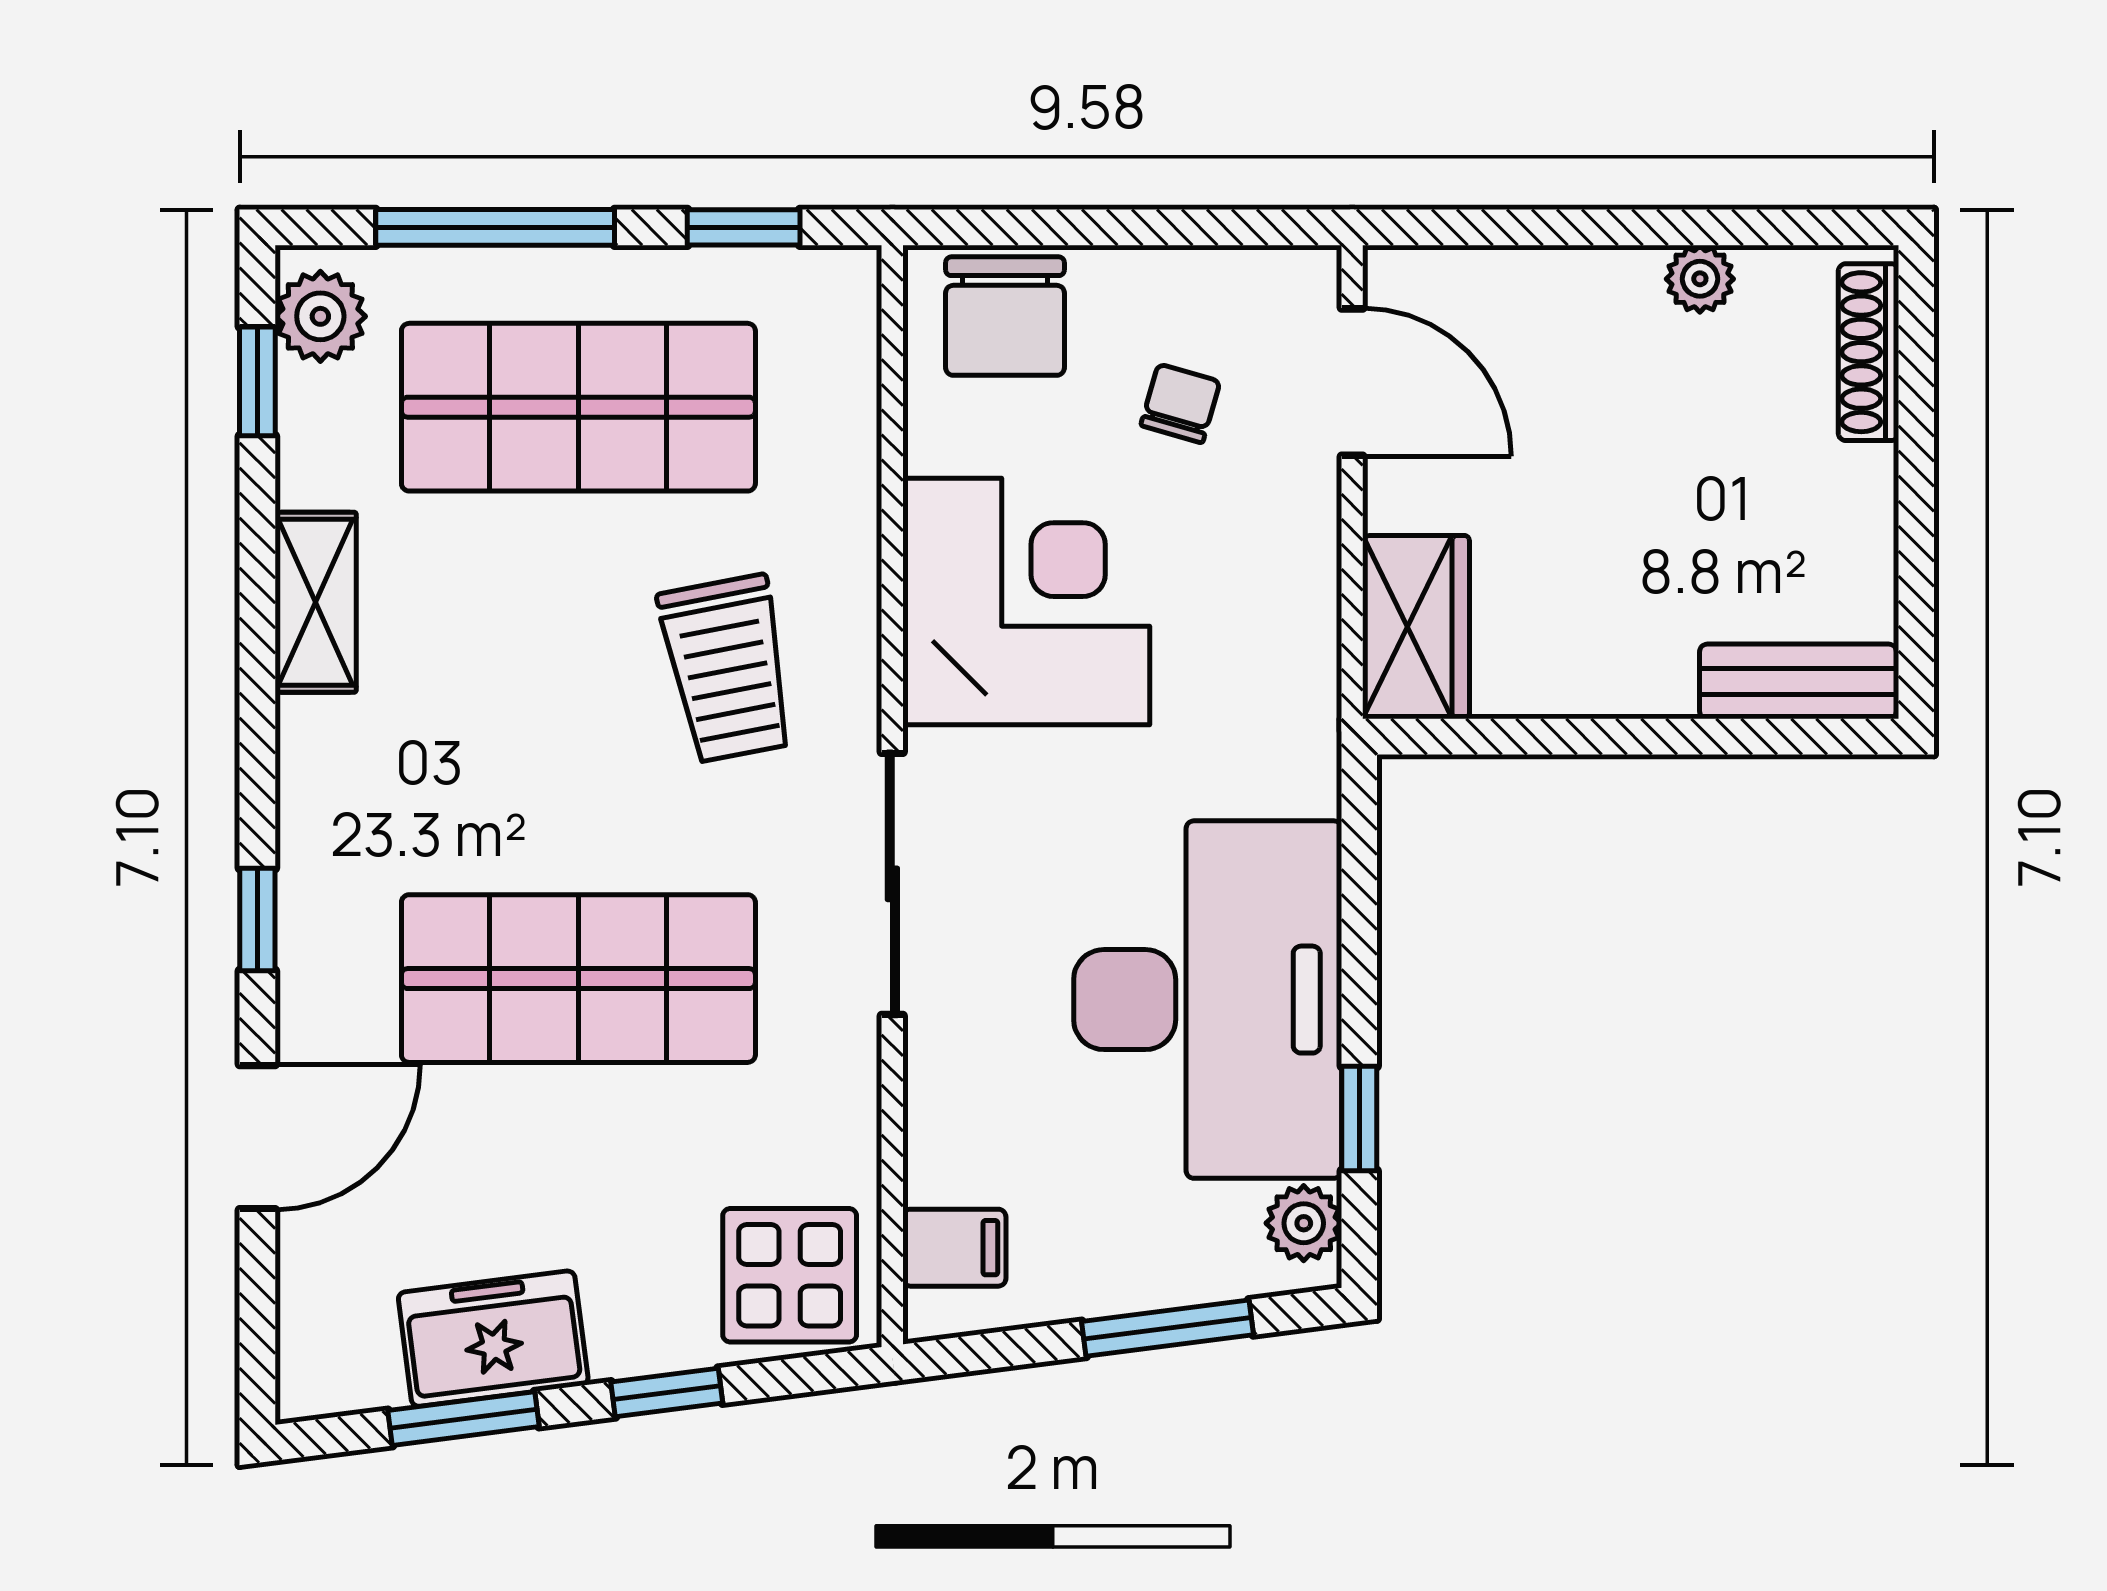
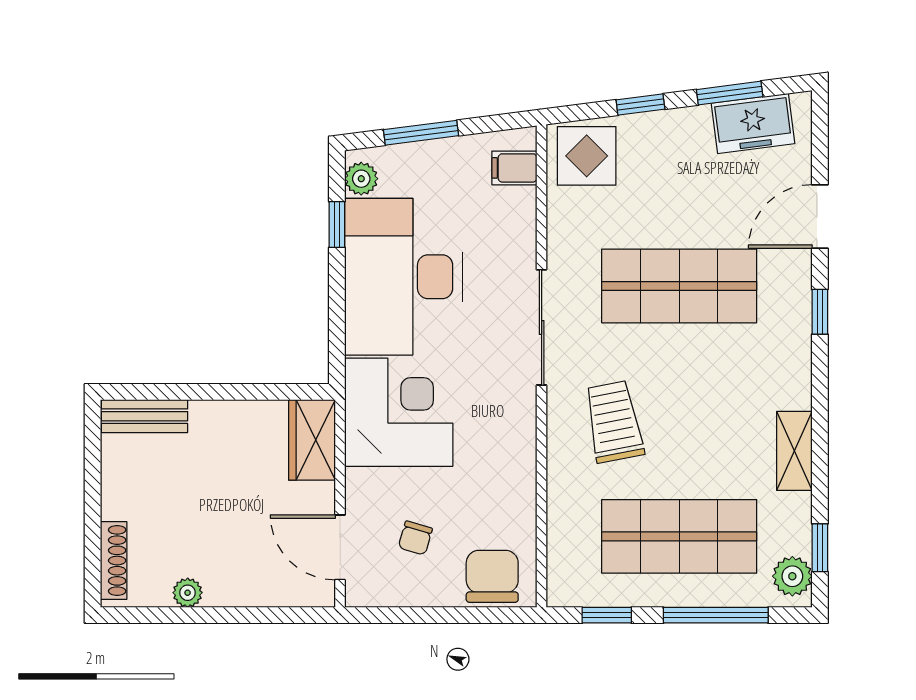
corner desk: (1026, 601) -> (399, 412), moved, turned 180
freezer: (493, 1339) -> (753, 123), moved

